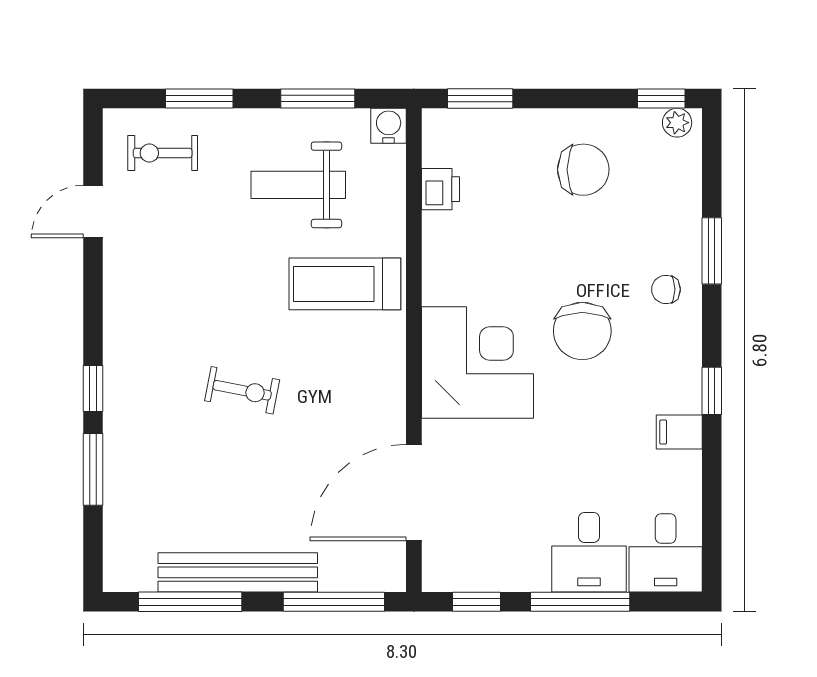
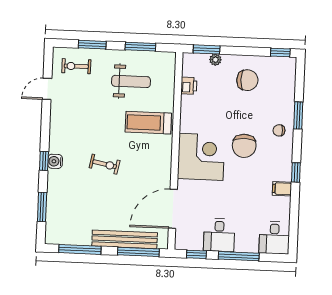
plant: (677, 123) -> (215, 60), moved
water cooler: (389, 126) -> (55, 161), moved, turned -90
weight bench: (298, 185) -> (131, 81), turned 180
window: (93, 469) -> (42, 207), moved
desk: (589, 552) -> (219, 235), moved
bench: (238, 572) -> (125, 239), moved

